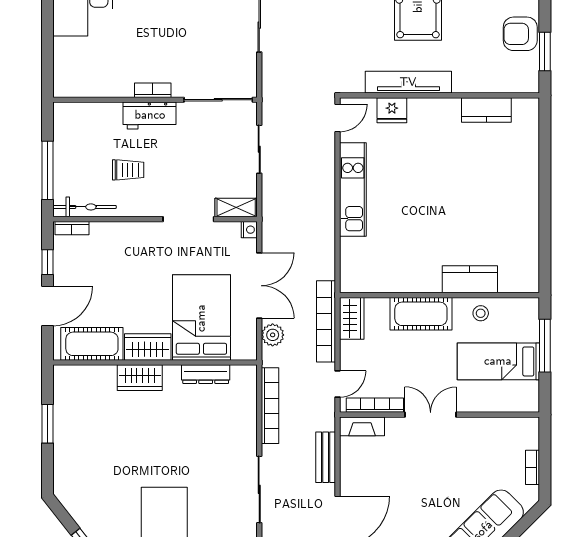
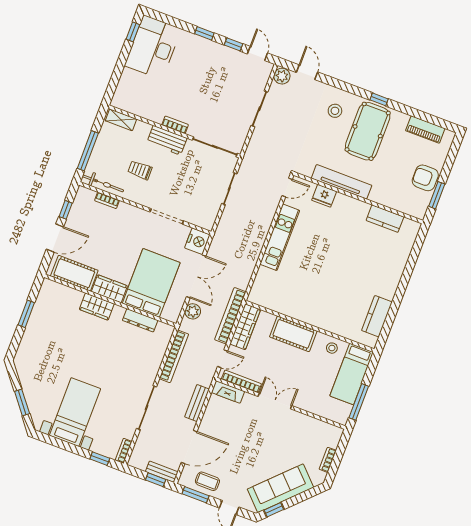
trolley: (128, 170) -> (140, 170), turned 180
shelving: (236, 208) -> (121, 120), moved
bookcase: (72, 228) -> (107, 200), moved
nightstand: (249, 230) -> (197, 241), width x1.89, depth x1.79
kitchen counter: (470, 279) -> (377, 316), moved, turned -90
wardrobe: (352, 318) -> (245, 327), width x1.50
window: (545, 346) -> (359, 402), moved
bed: (498, 361) -> (352, 374), moved, turned -90

